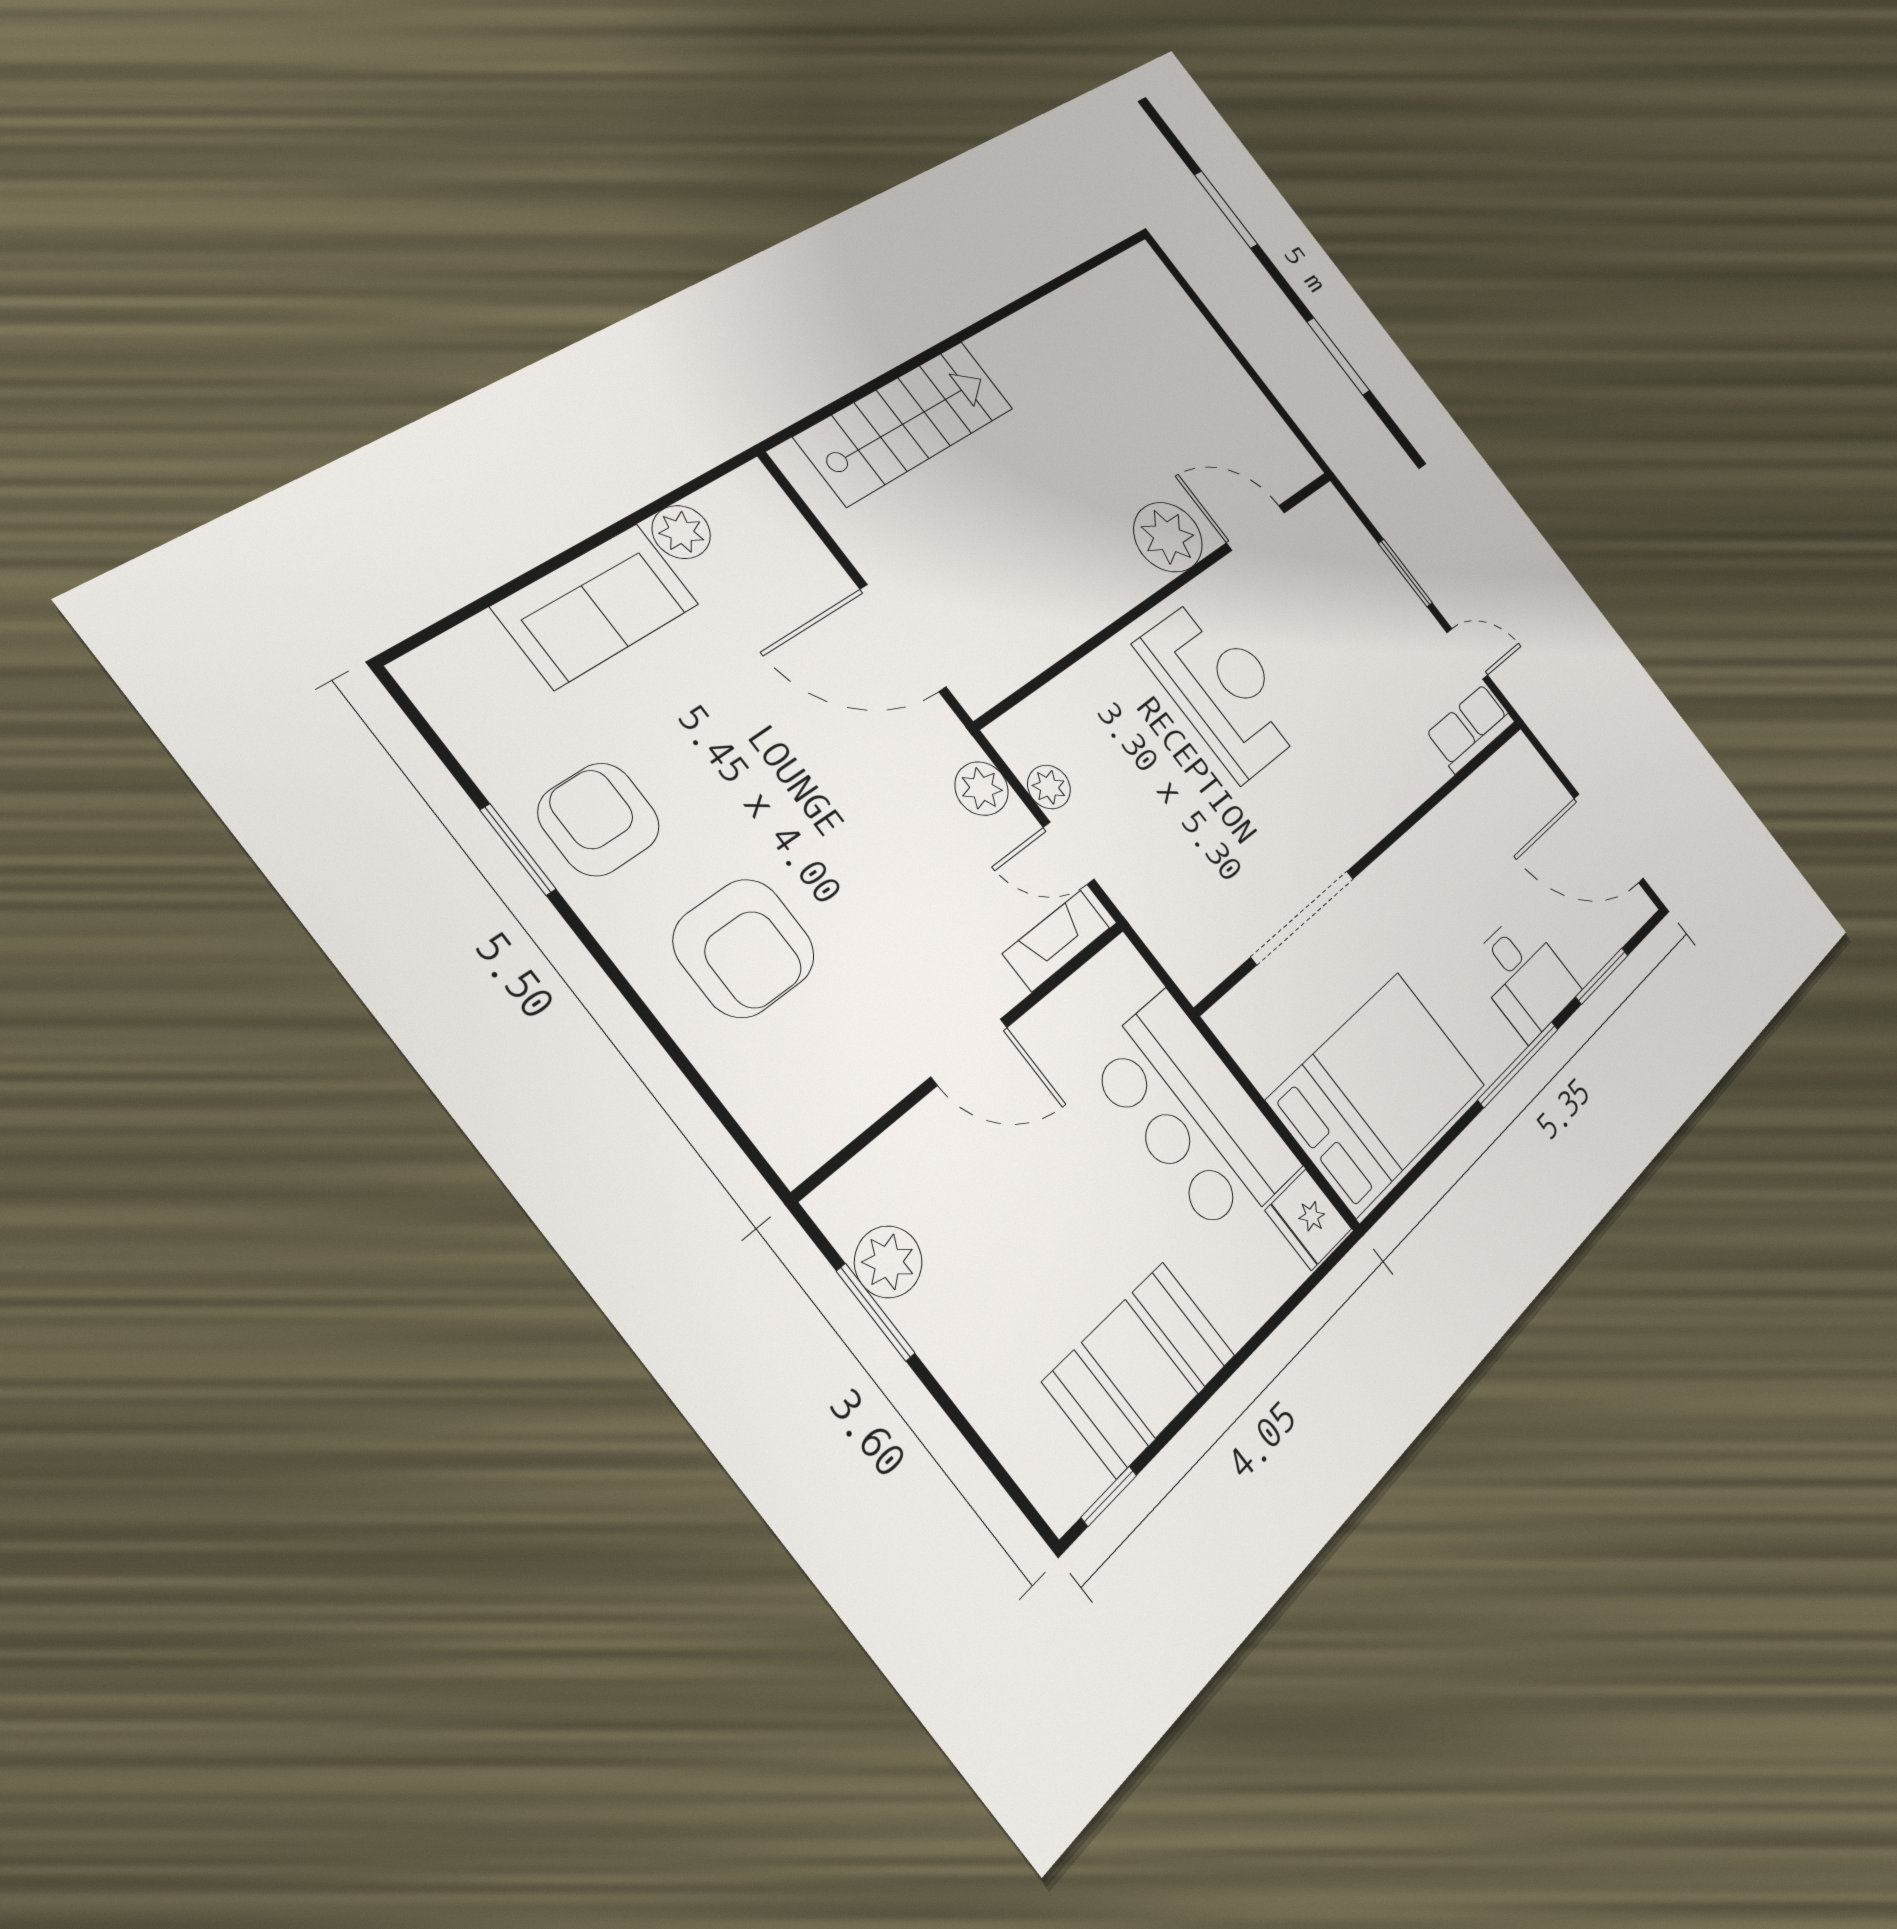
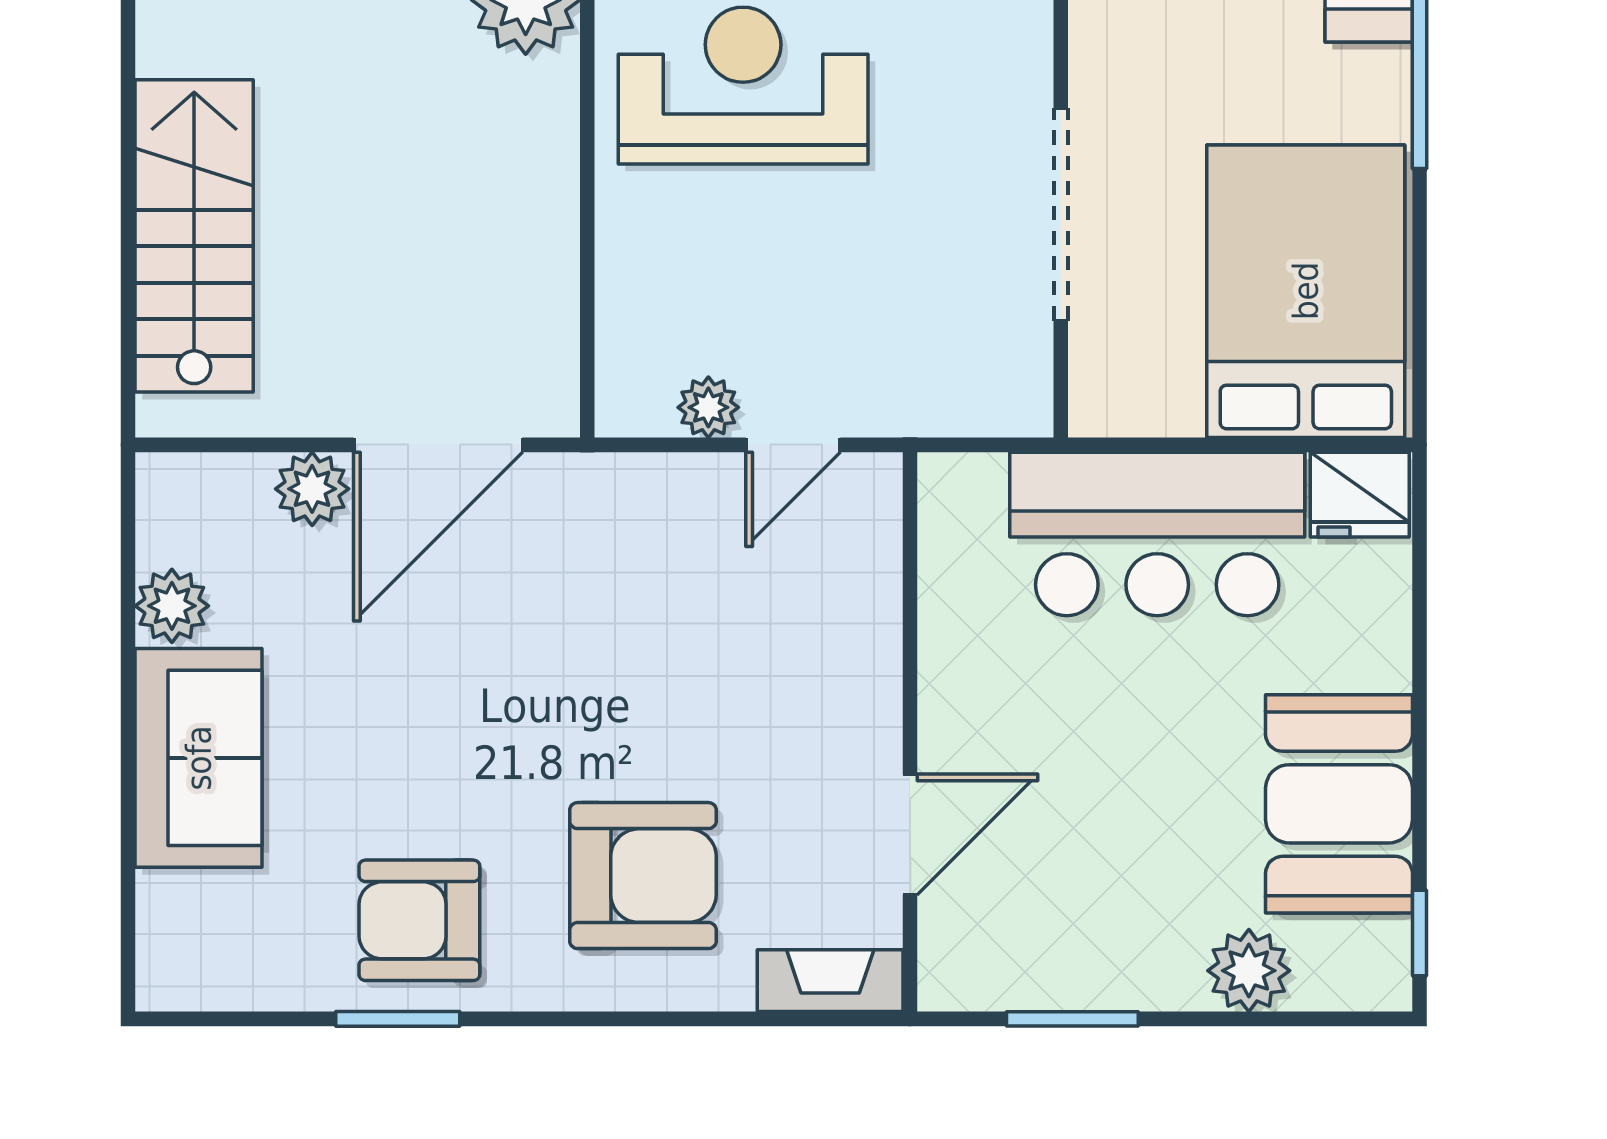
plant: (982, 789) -> (312, 489), moved
fireplace: (1057, 941) -> (830, 981), moved, turned 90
door: (969, 1052) -> (910, 834), moved
plant: (888, 1262) -> (1249, 971), moved

